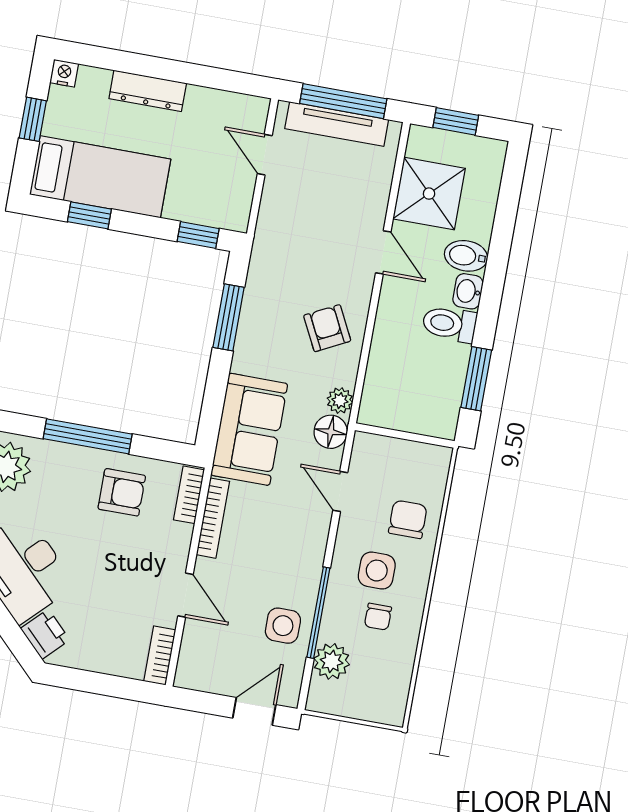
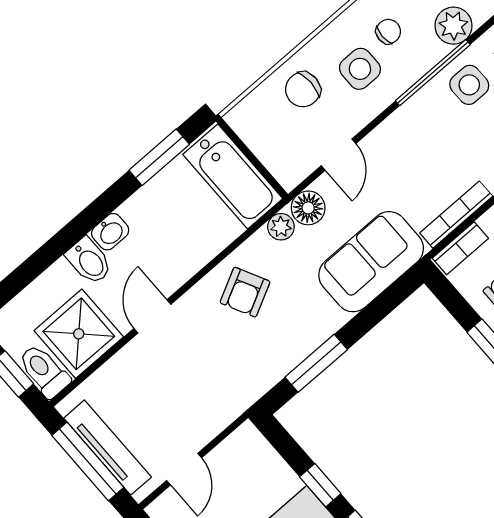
window: (198, 235) -> (320, 485), moved
toilet: (449, 324) -> (44, 371), moved, turned 180
bathtub: (408, 409) -> (233, 176), added

